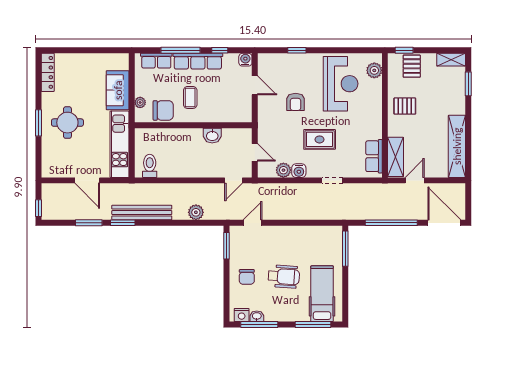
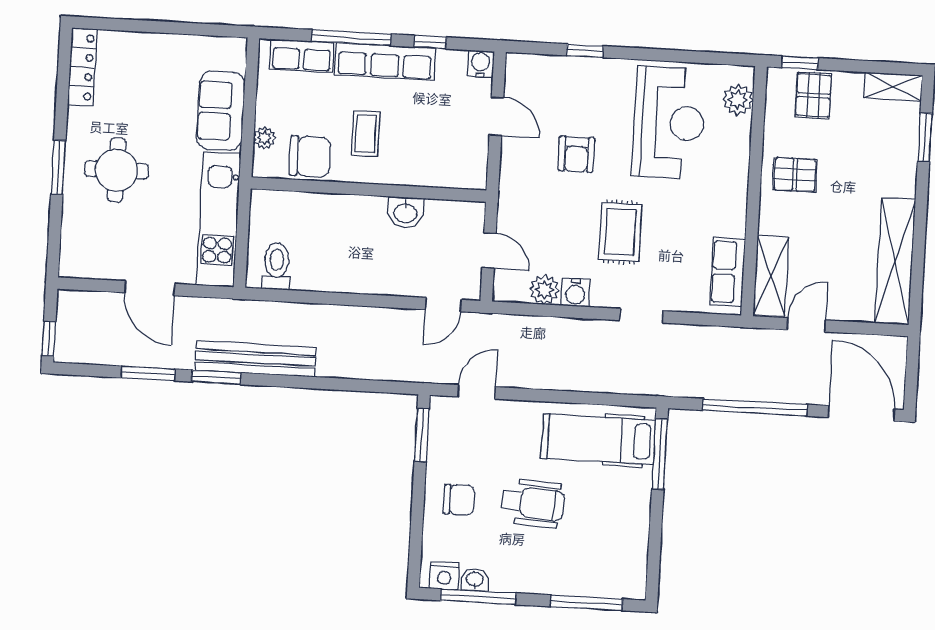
rug: (320, 139) -> (620, 232), turned 90
plant: (196, 212) -> (364, 364), removed
chair: (247, 277) -> (459, 500), turned -90
hospital bed: (322, 294) -> (598, 439), moved, turned -90

